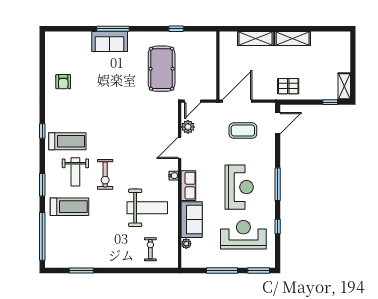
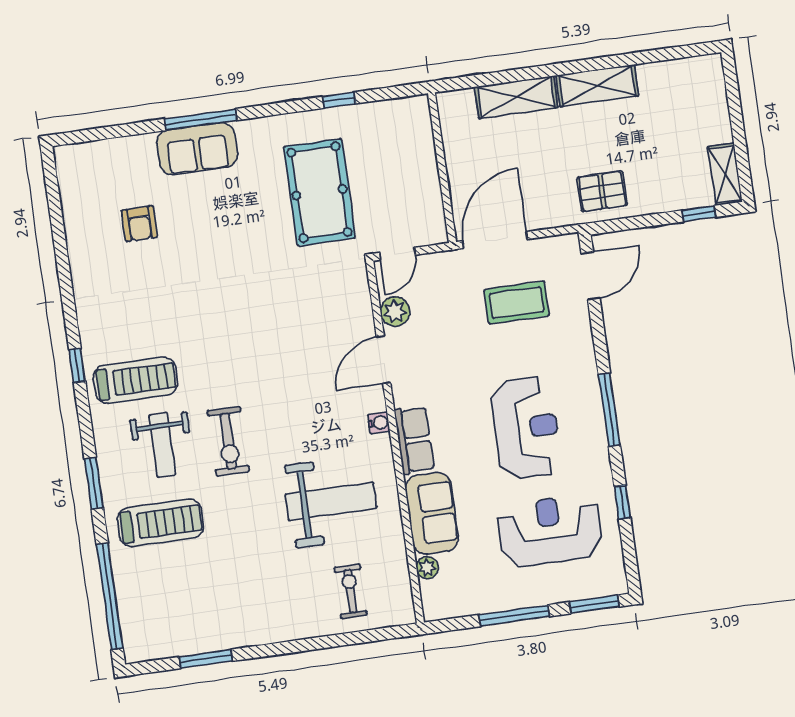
armchair: (63, 82) -> (139, 224), moved

